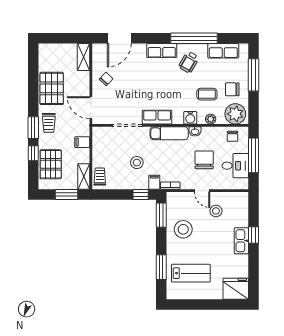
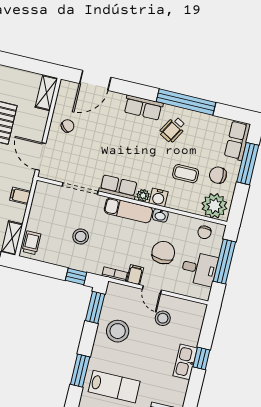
row of seats: (223, 51) -> (237, 140), moved, turned 90
plant: (211, 119) -> (143, 195), moved
filing cabinet: (154, 182) -> (135, 275), moved

